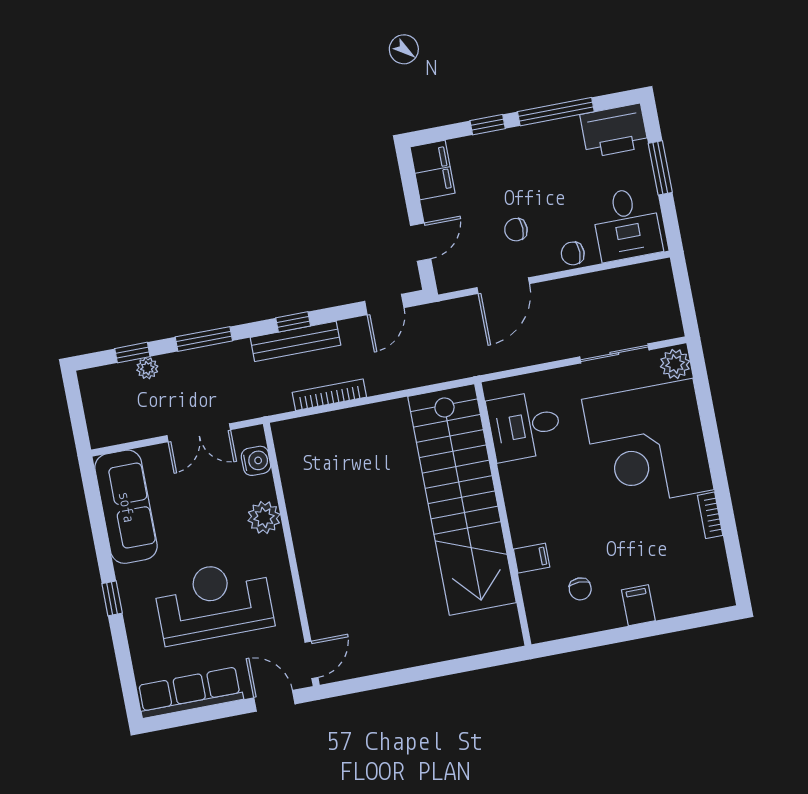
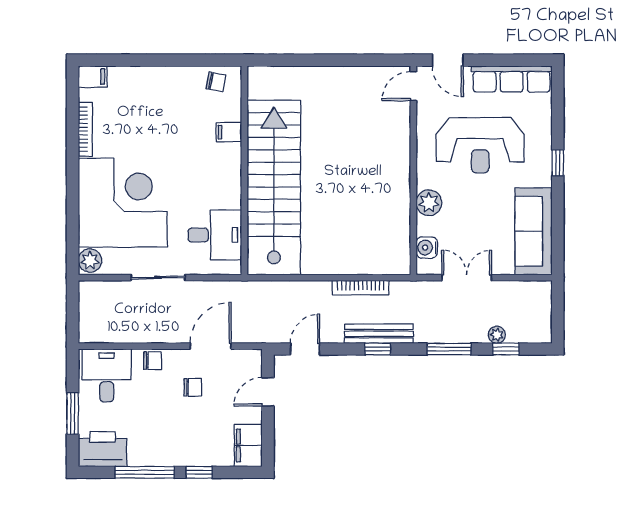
sliding door: (614, 353) -> (158, 278), moved
bookcase: (710, 515) -> (85, 129), width x1.56
chair: (580, 589) -> (216, 82), moved, turned 101
filing cabinet: (638, 605) -> (93, 77), moved, turned -90

